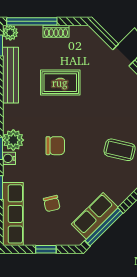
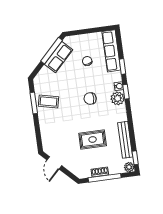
window: (32, 21) -> (105, 178), moved
window: (46, 249) -> (87, 31), removed

